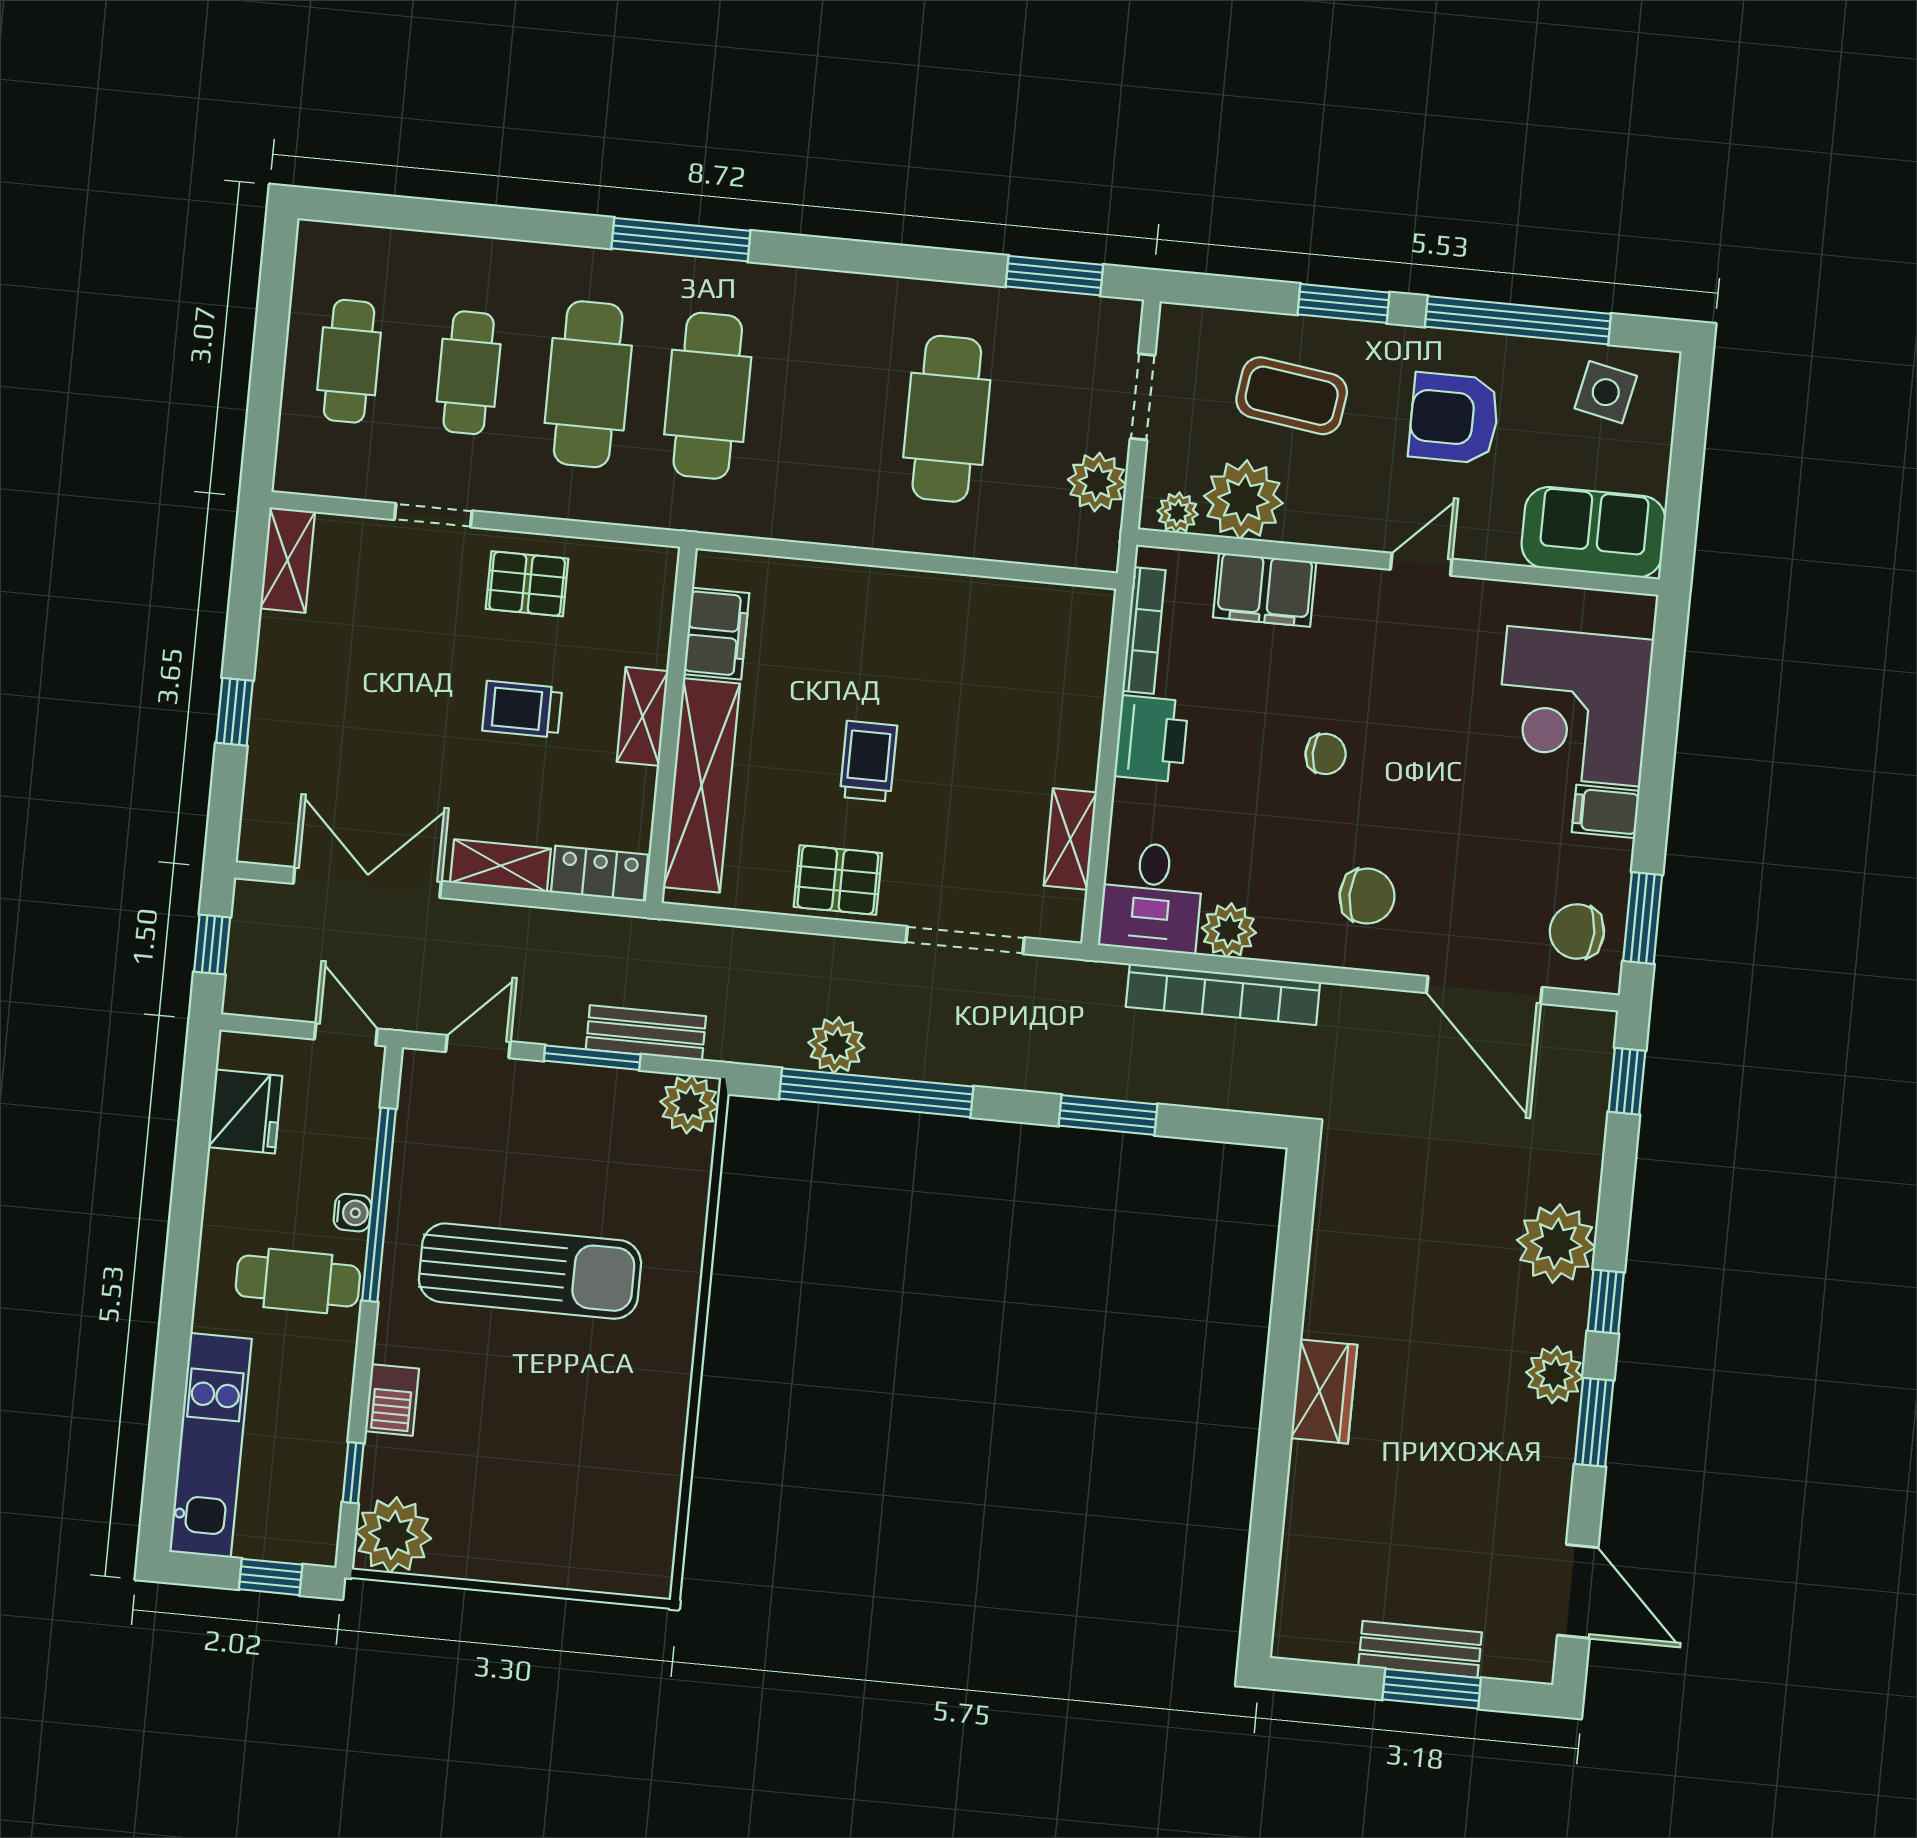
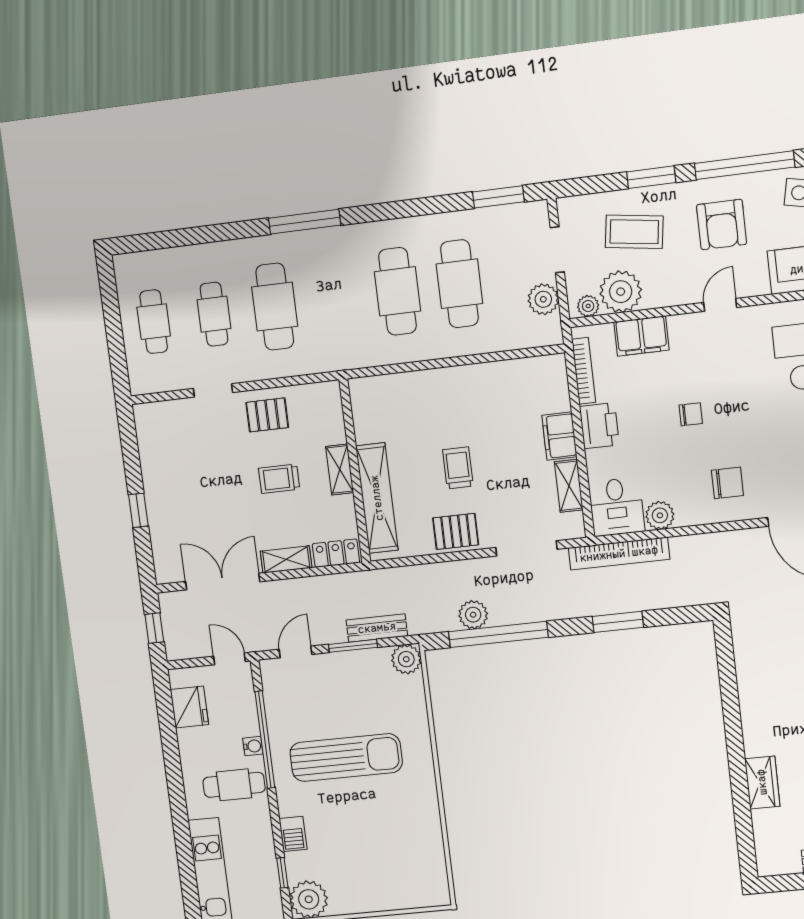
cafe table: (708, 396) -> (397, 291), moved
armchair: (1454, 418) -> (722, 224), turned -90
shelving: (288, 560) -> (147, 429), removed
filing cabinet: (716, 634) -> (559, 436), moved, turned 180
bookcase: (1223, 994) -> (619, 554), moved
wardrobe: (1324, 1391) -> (762, 782), moved

